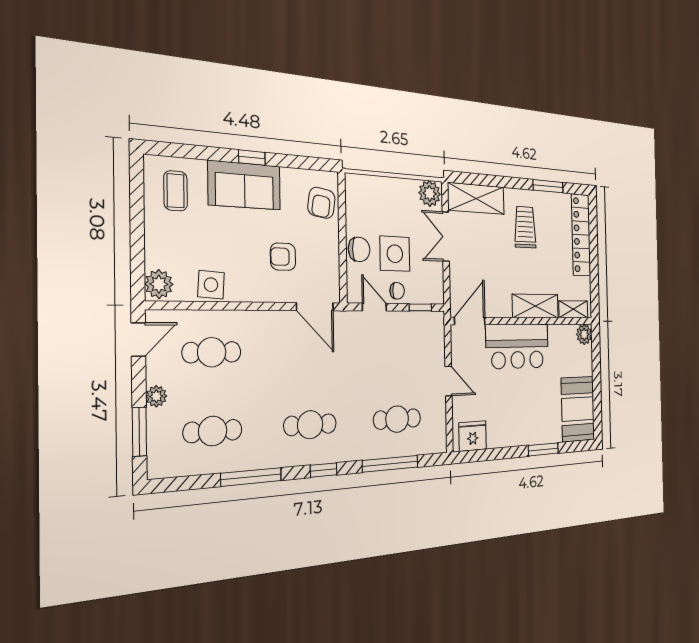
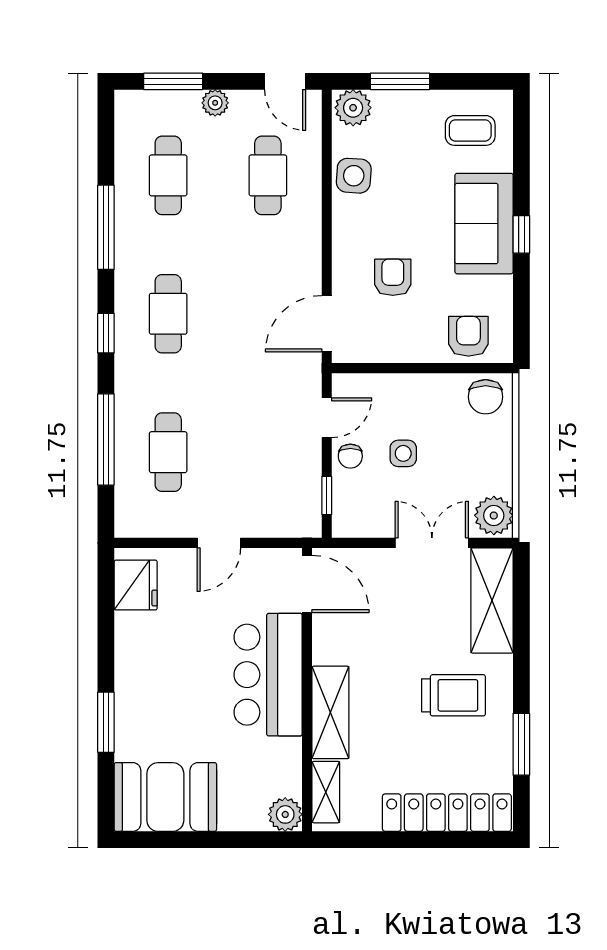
armchair: (321, 203) -> (468, 336), turned 81
window: (137, 245) -> (400, 81), added
chair: (359, 249) -> (486, 397), moved
side table: (395, 254) -> (403, 453), width x0.54, depth x0.54

